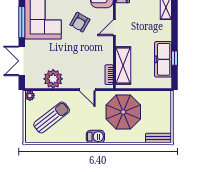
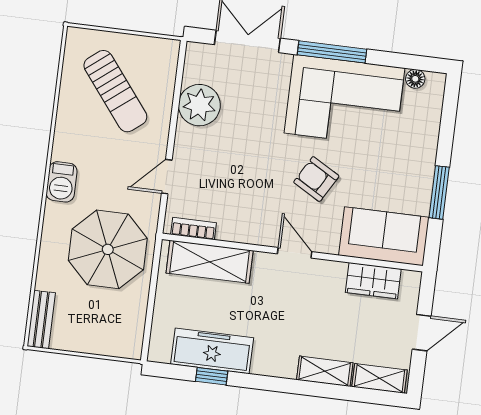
plant: (30, 96) -> (169, 49), removed

